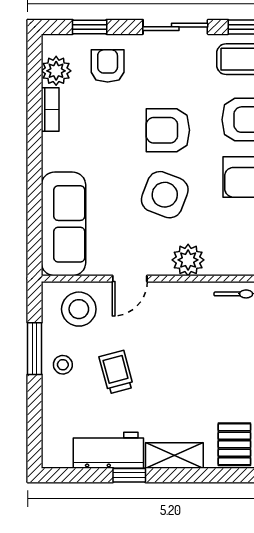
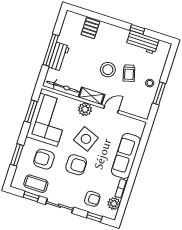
armchair: (108, 66) -> (92, 199), turned -90
sofa: (64, 224) -> (126, 156), moved
stool: (79, 309) -> (108, 70), moved
shelving: (174, 455) -> (91, 96), moved

